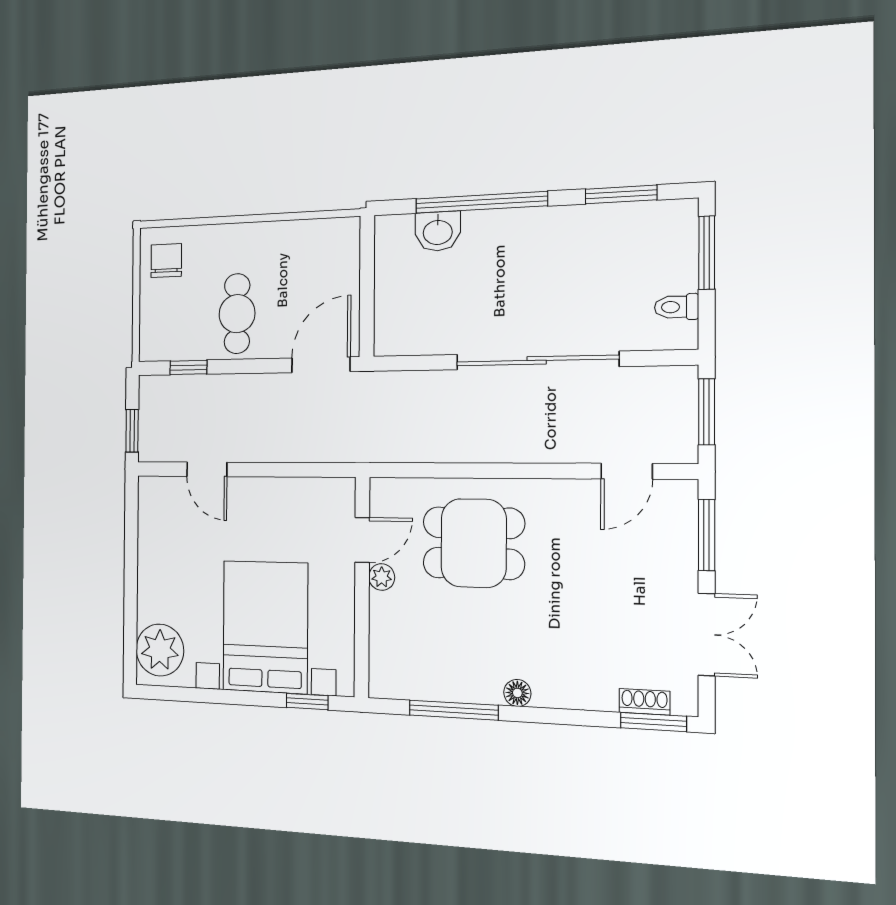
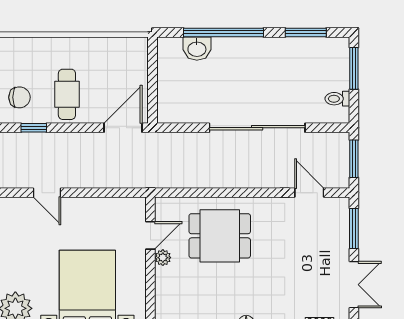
chair: (166, 261) -> (19, 97), moved, turned 90
door: (627, 471) -> (309, 193), swing flipped

